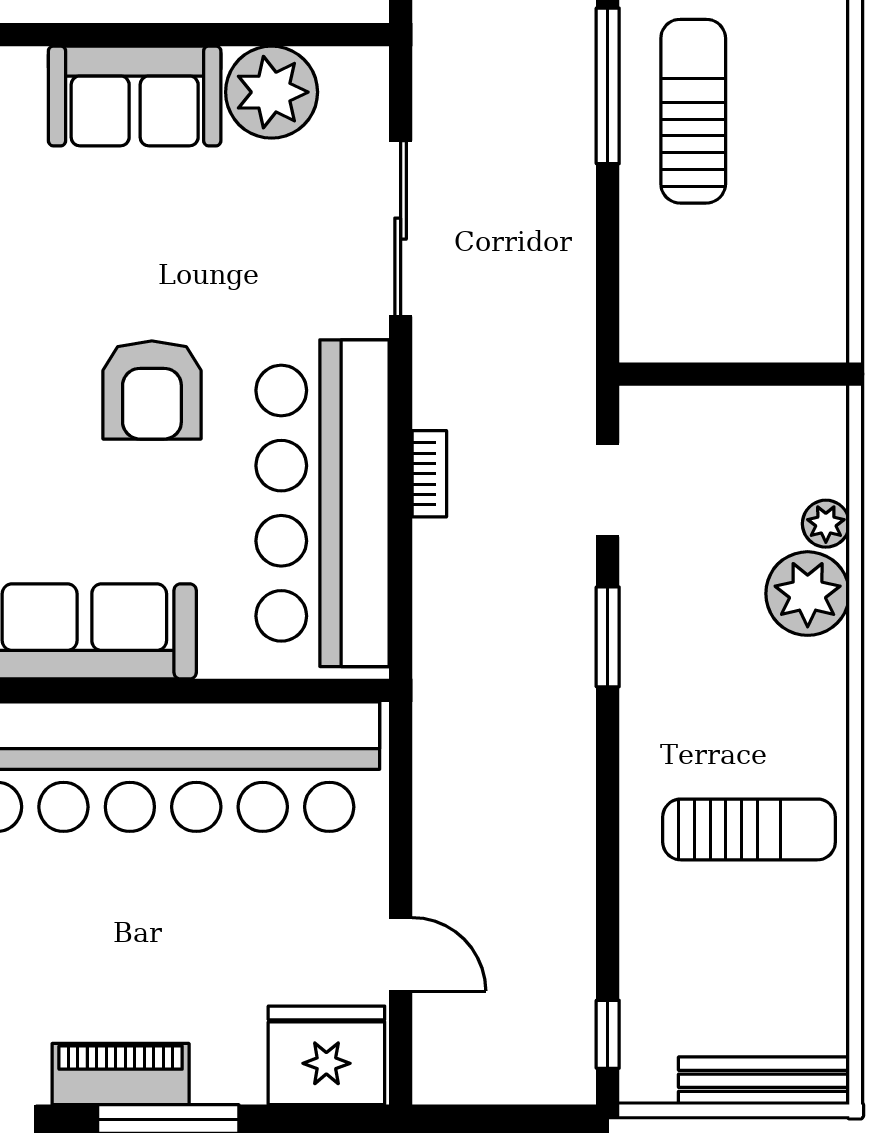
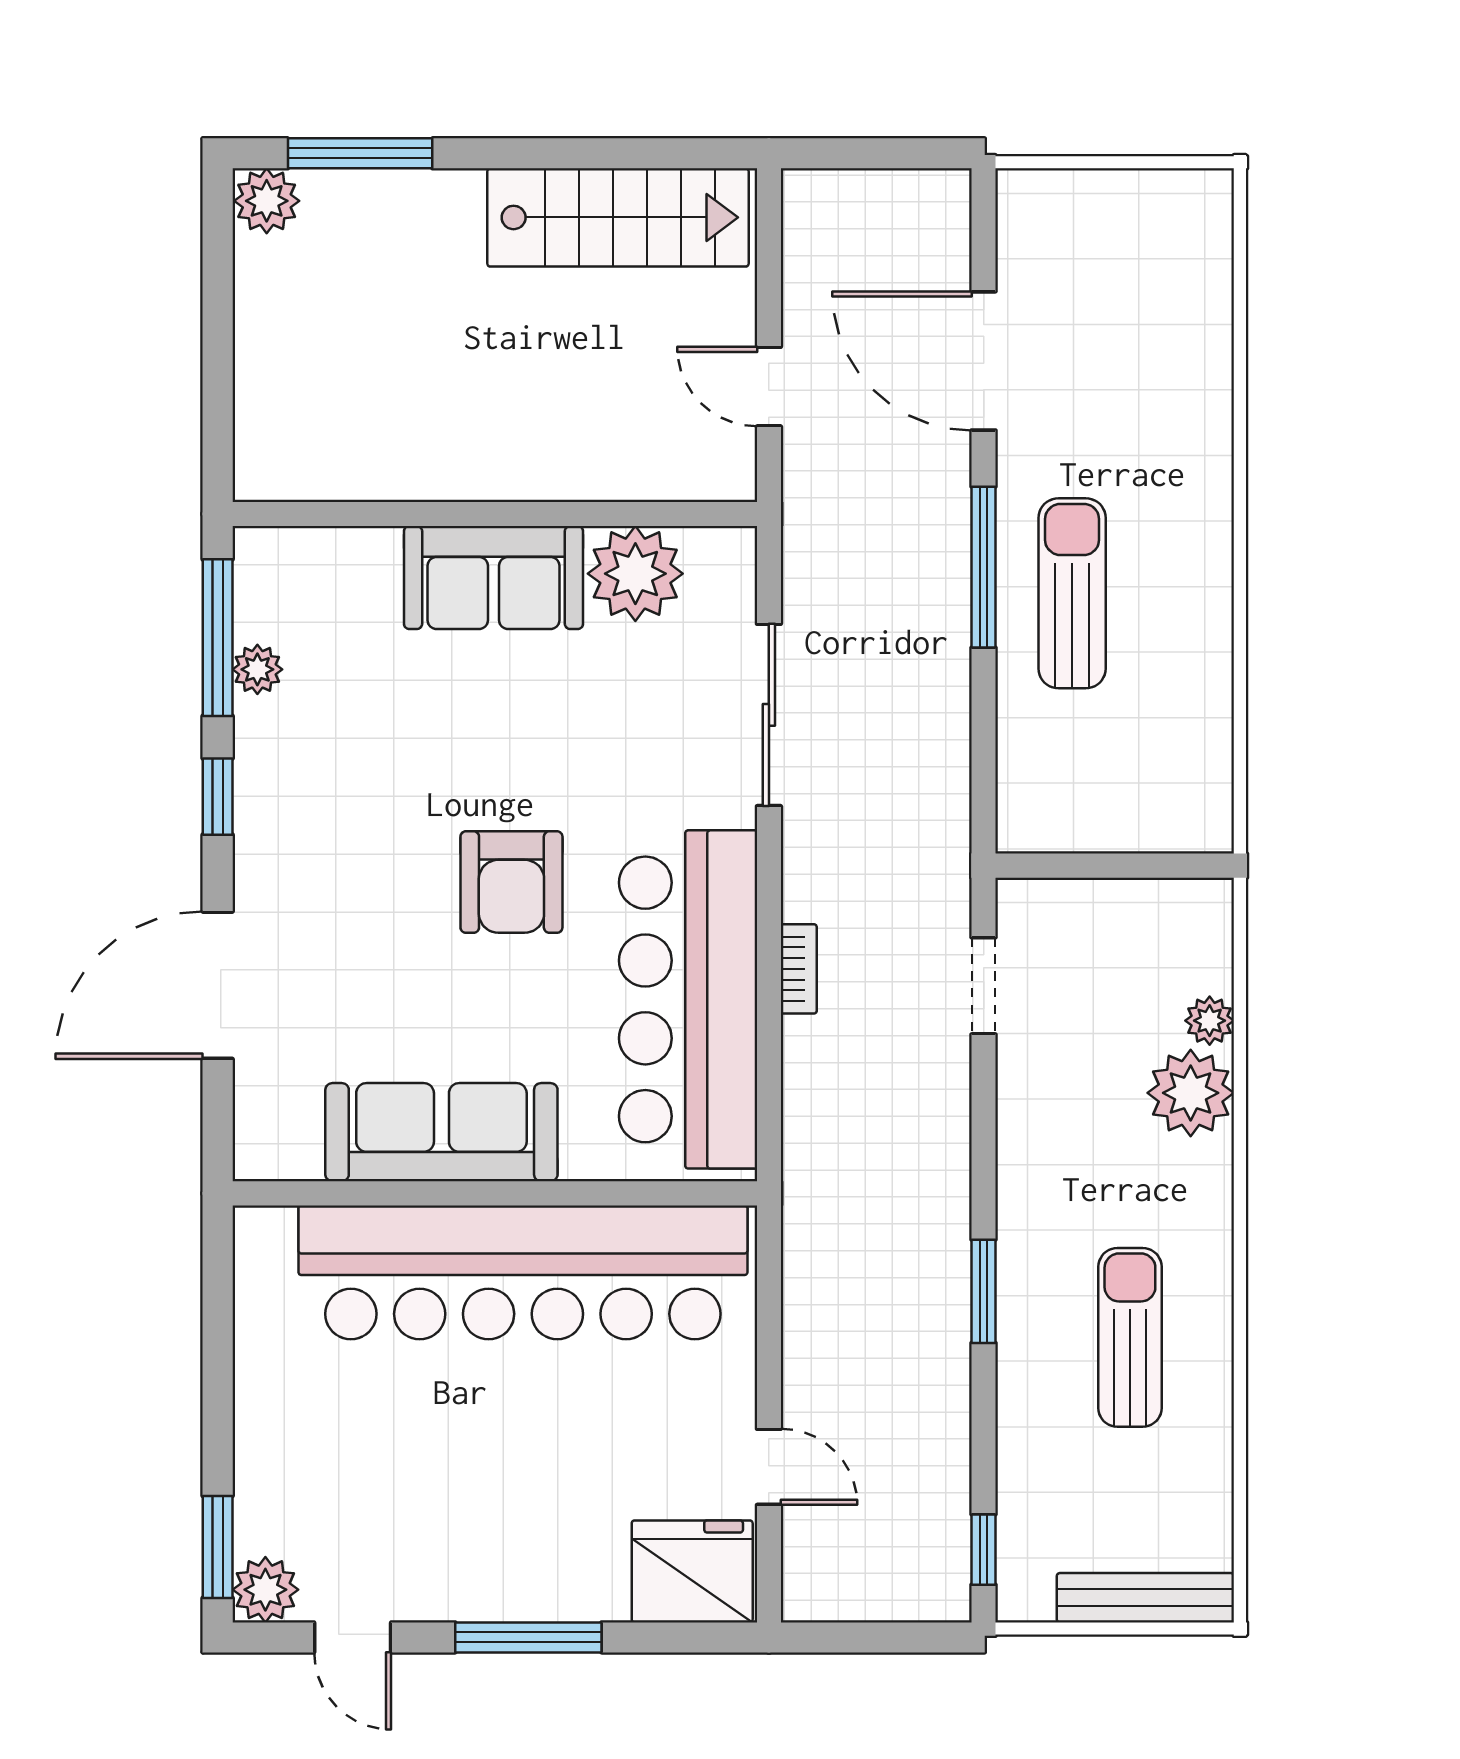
window: (608, 637) -> (984, 1291), moved
sun lounger: (749, 829) -> (1130, 1337), turned -90
piano: (121, 1074) -> (479, 1591), removed

